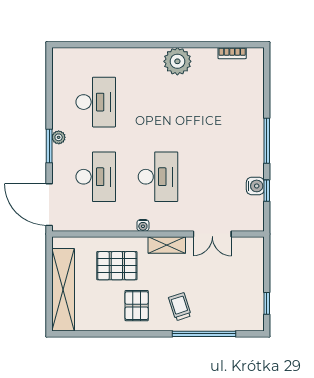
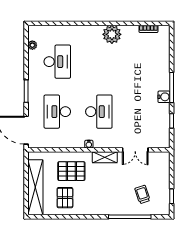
plant: (59, 137) -> (32, 45), moved
desk: (96, 177) -> (57, 112), turned 180
water cooler: (255, 186) -> (164, 97), moved
pallet: (137, 306) -> (65, 198), moved
trolley: (180, 307) -> (142, 194), moved

